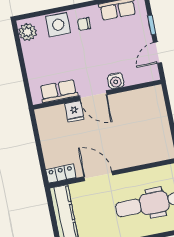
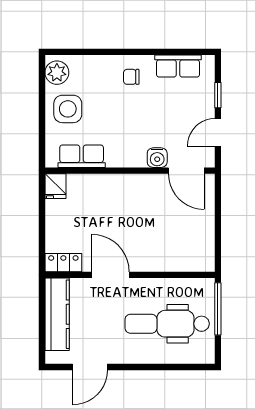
side table: (58, 25) -> (68, 109), moved
door: (93, 95) -> (186, 171), moved
fridge: (74, 111) -> (55, 186), moved

